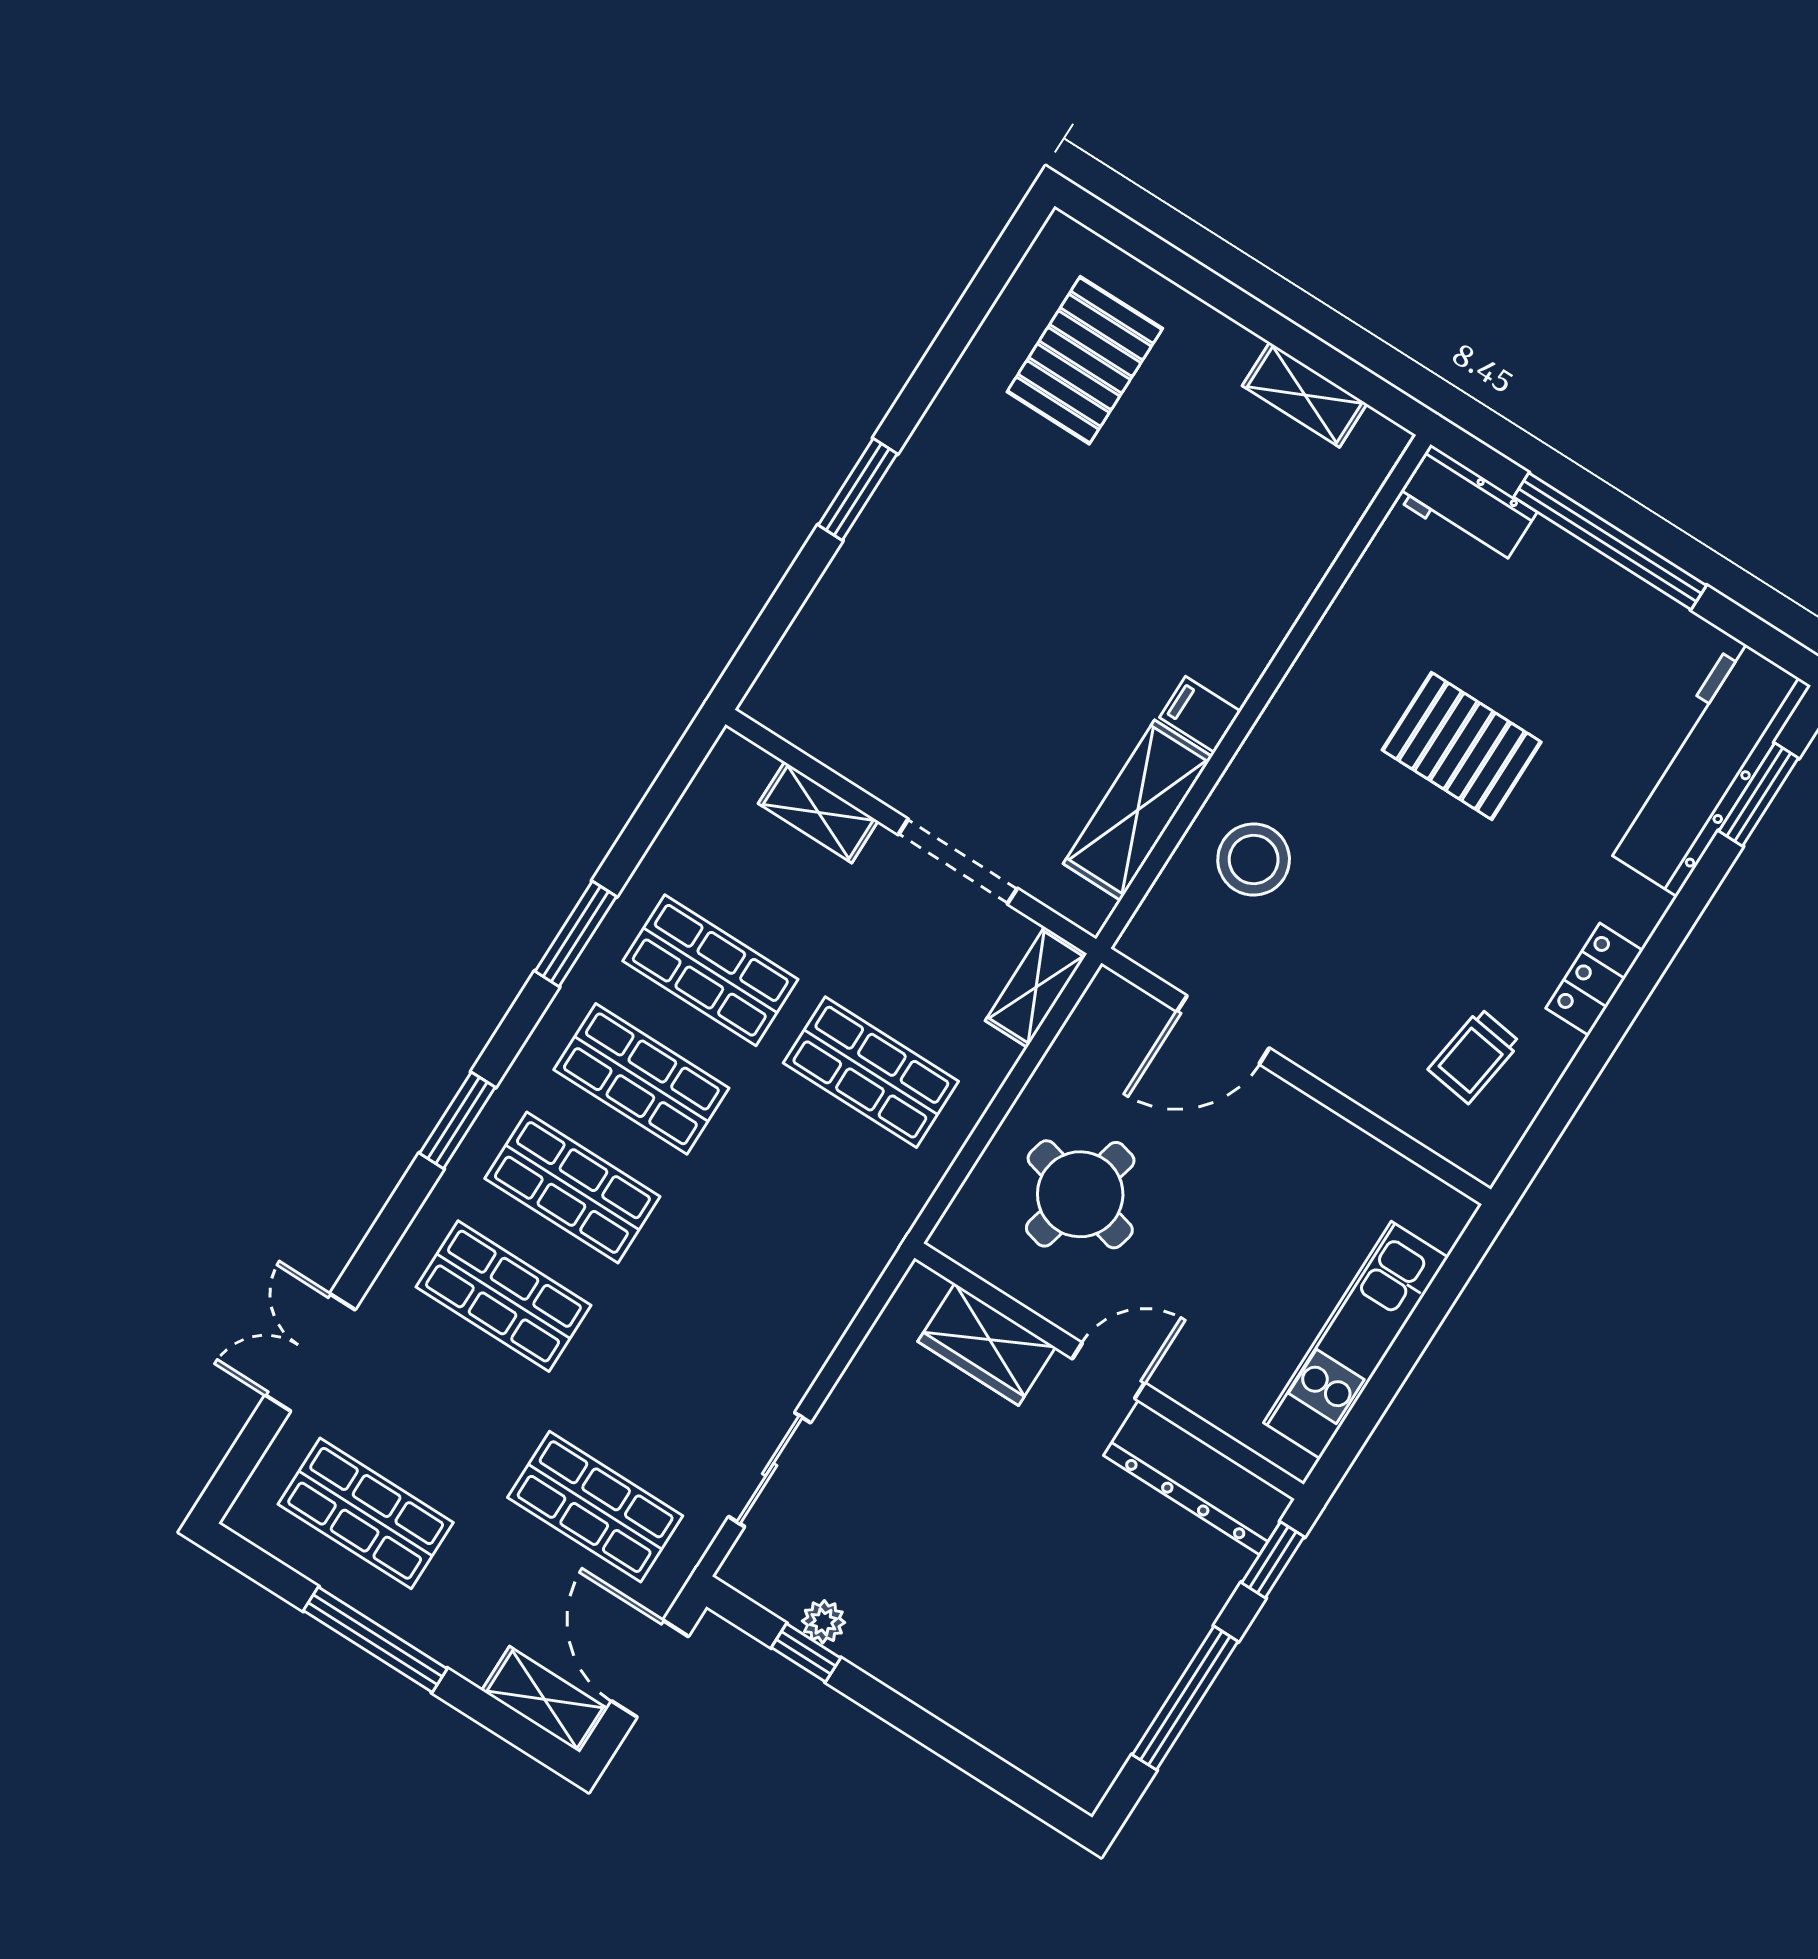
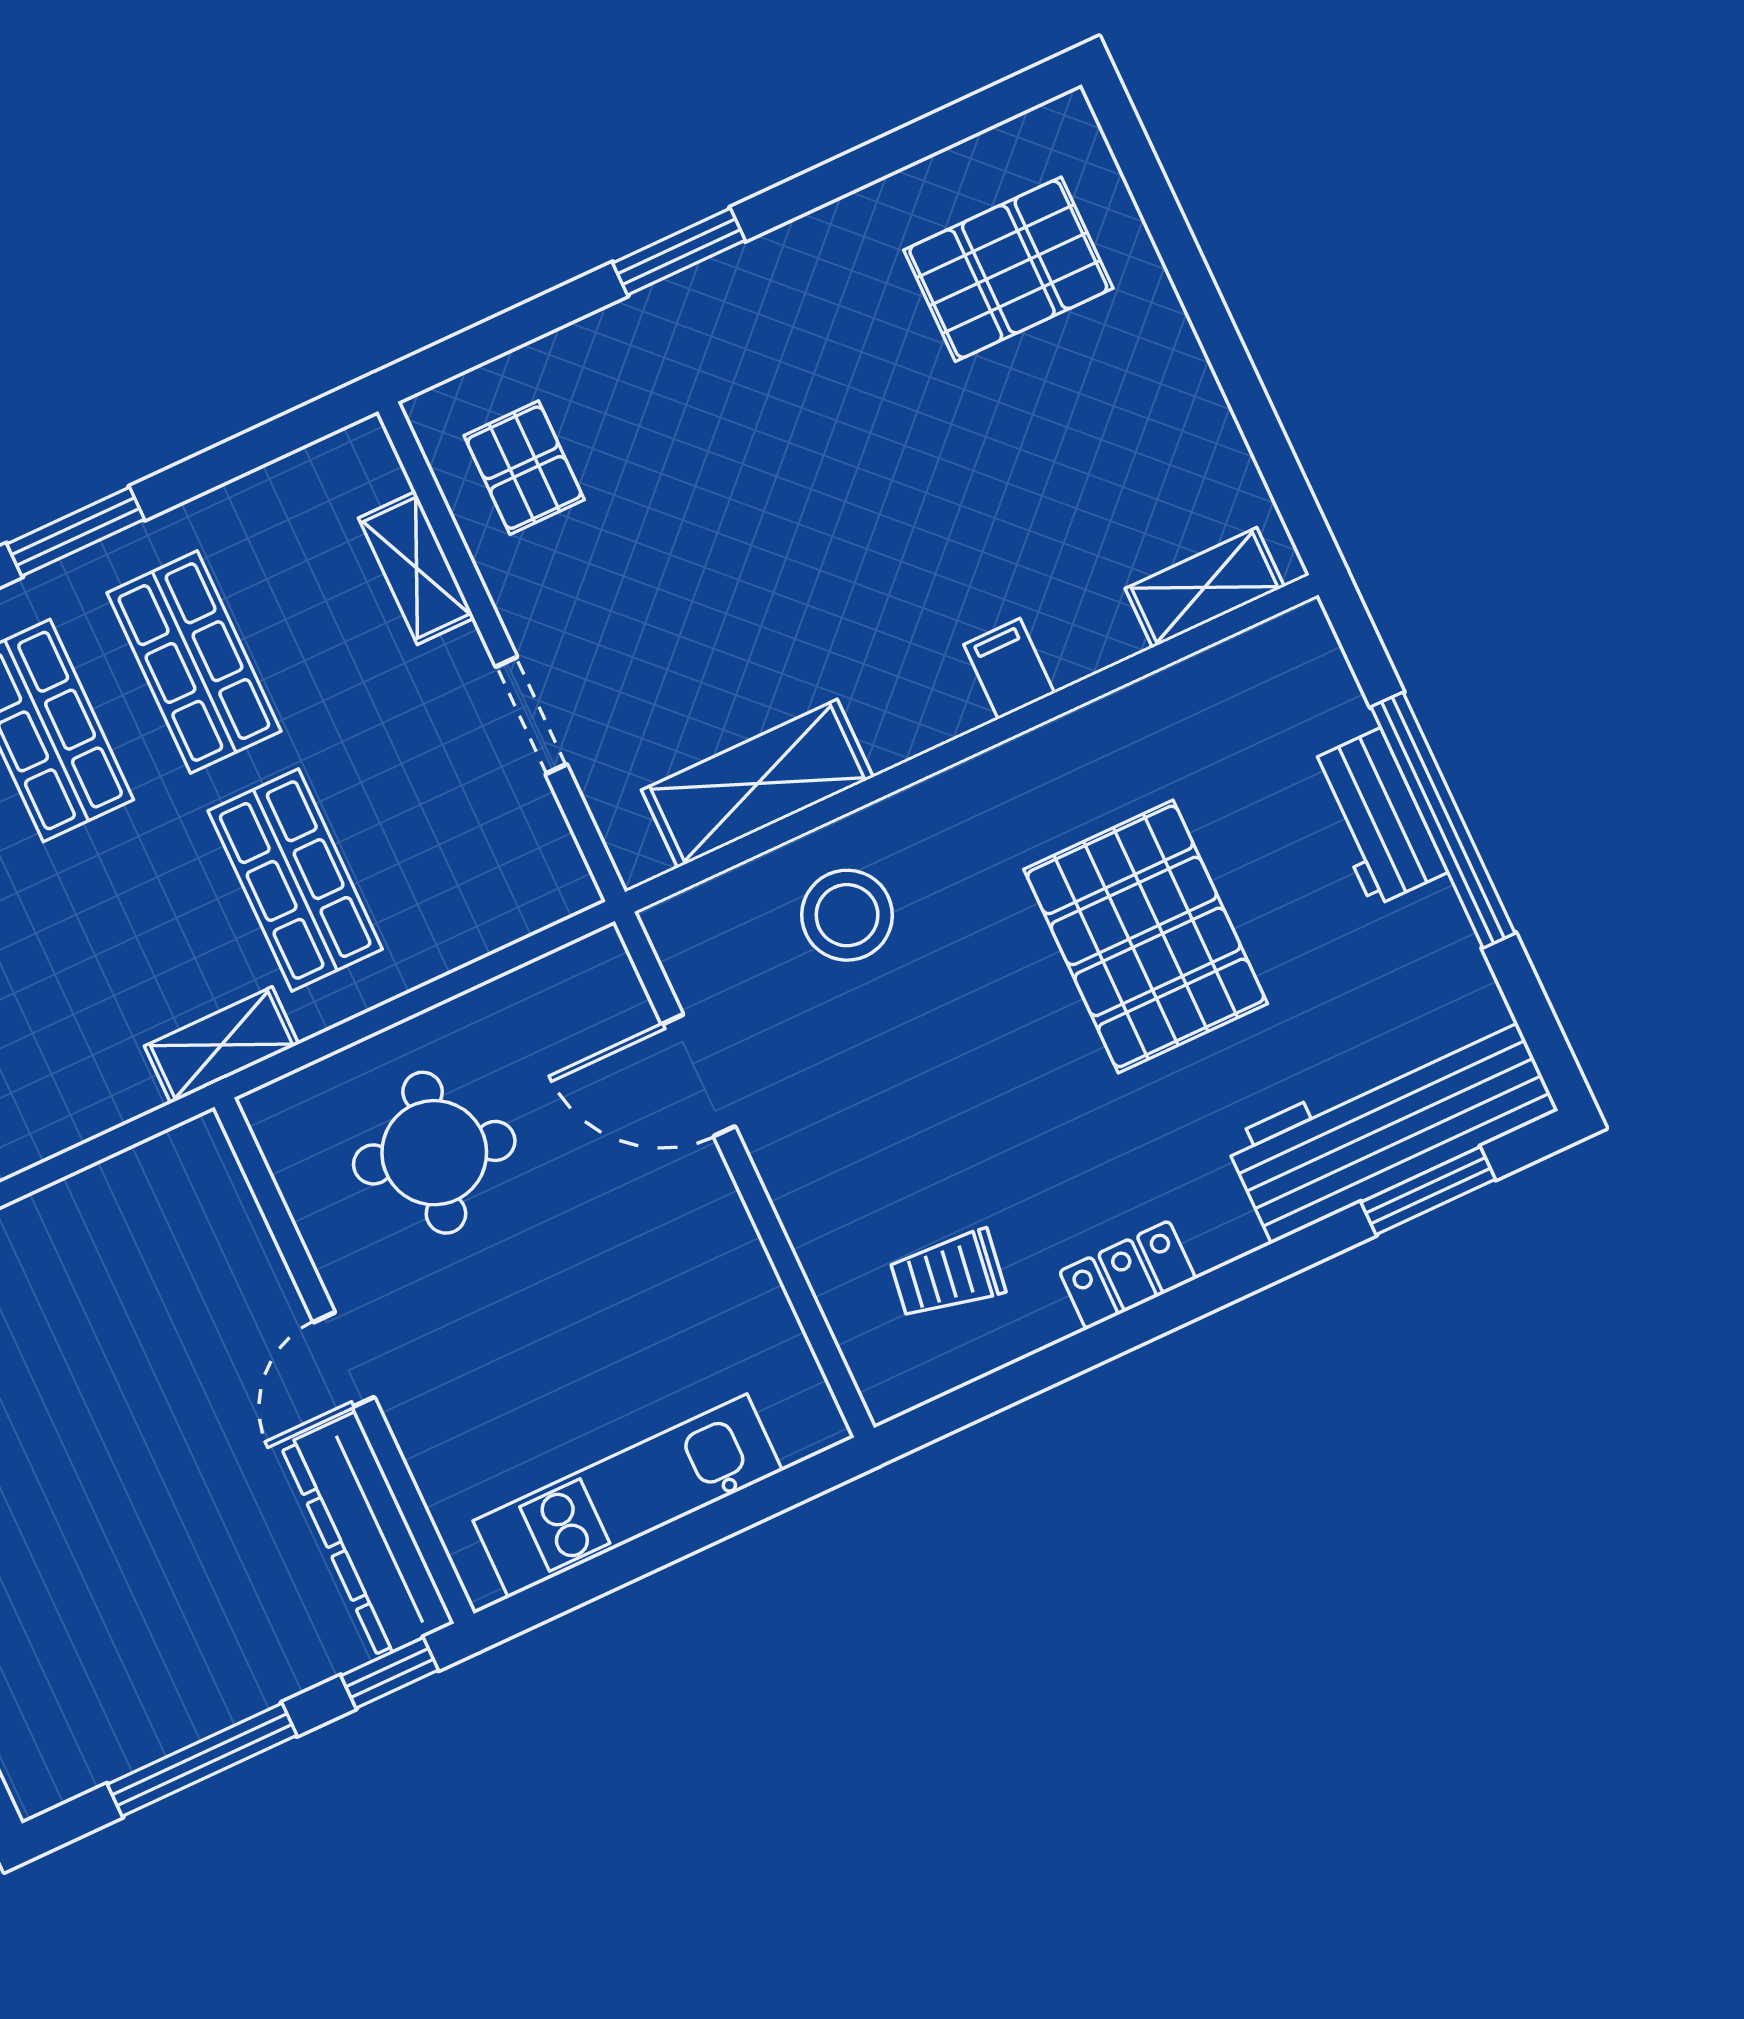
shelving: (1305, 395) -> (1205, 588), moved, turned 90
workbench: (1466, 506) -> (1377, 817), moved
pallet: (847, 699) -> (524, 468), added
filing cabinet: (1200, 714) -> (1009, 669), moved
pallet: (1462, 746) -> (1146, 936), width x1.37, depth x1.41
doorway: (958, 861) -> (531, 715), width x0.73
shelving: (1036, 987) -> (221, 1045), moved
wardrobe: (987, 1344) -> (232, 1248), removed
door: (1108, 1371) -> (344, 1360), swing flipped

